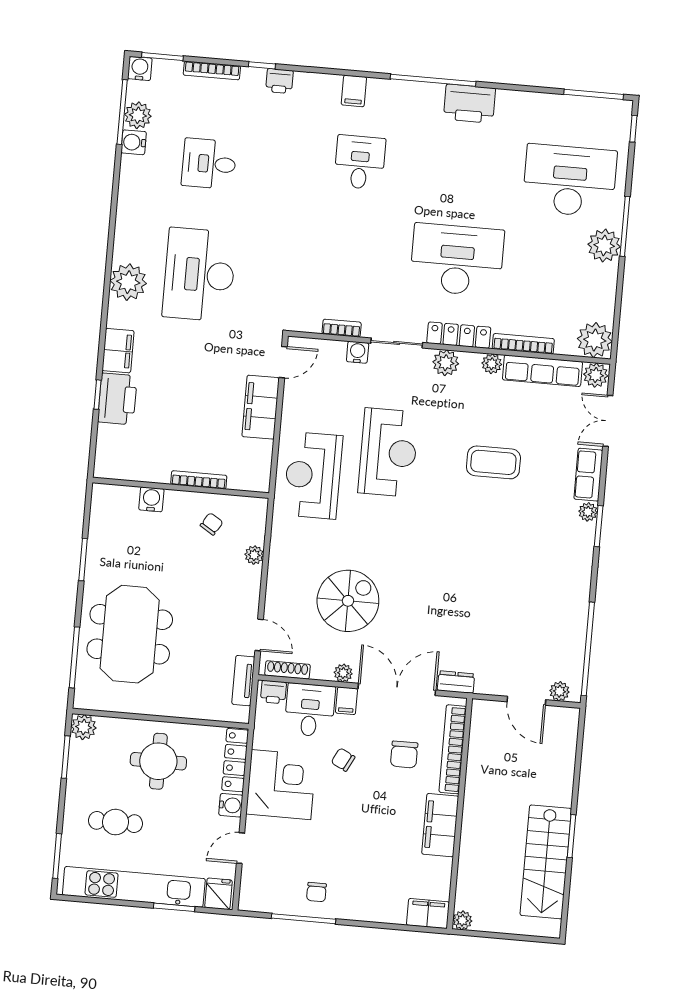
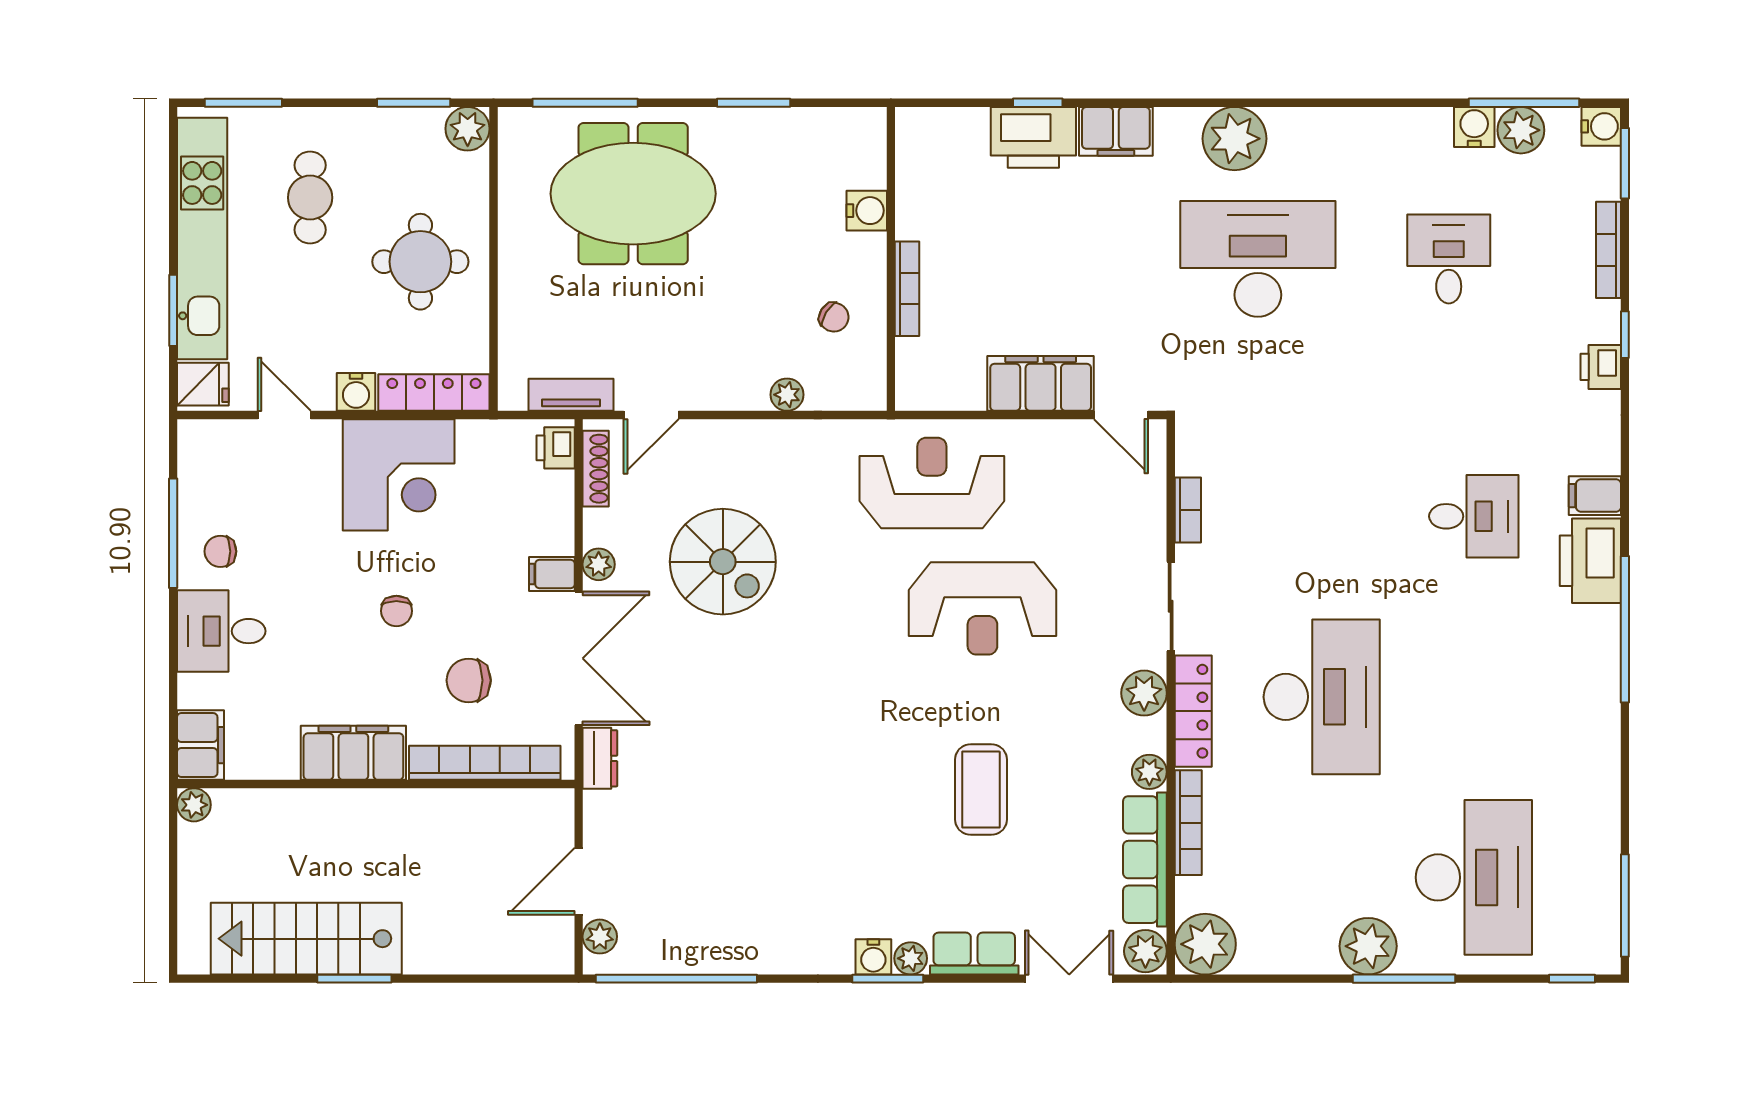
printer: (469, 104) -> (1590, 561), moved
water cooler: (358, 352) -> (873, 957), moved, turned 90
desk: (310, 710) -> (221, 631), moved, turned 180
chair: (343, 760) -> (396, 611), moved, turned 153

